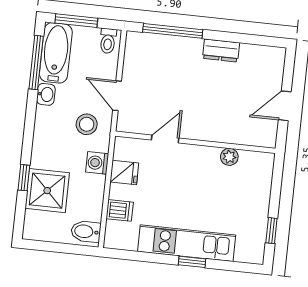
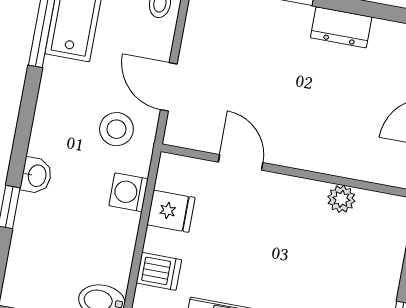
washbasin: (46, 94) -> (36, 176), moved
door: (165, 139) -> (241, 162), hinge flipped
shower: (47, 191) -> (45, 231), removed

